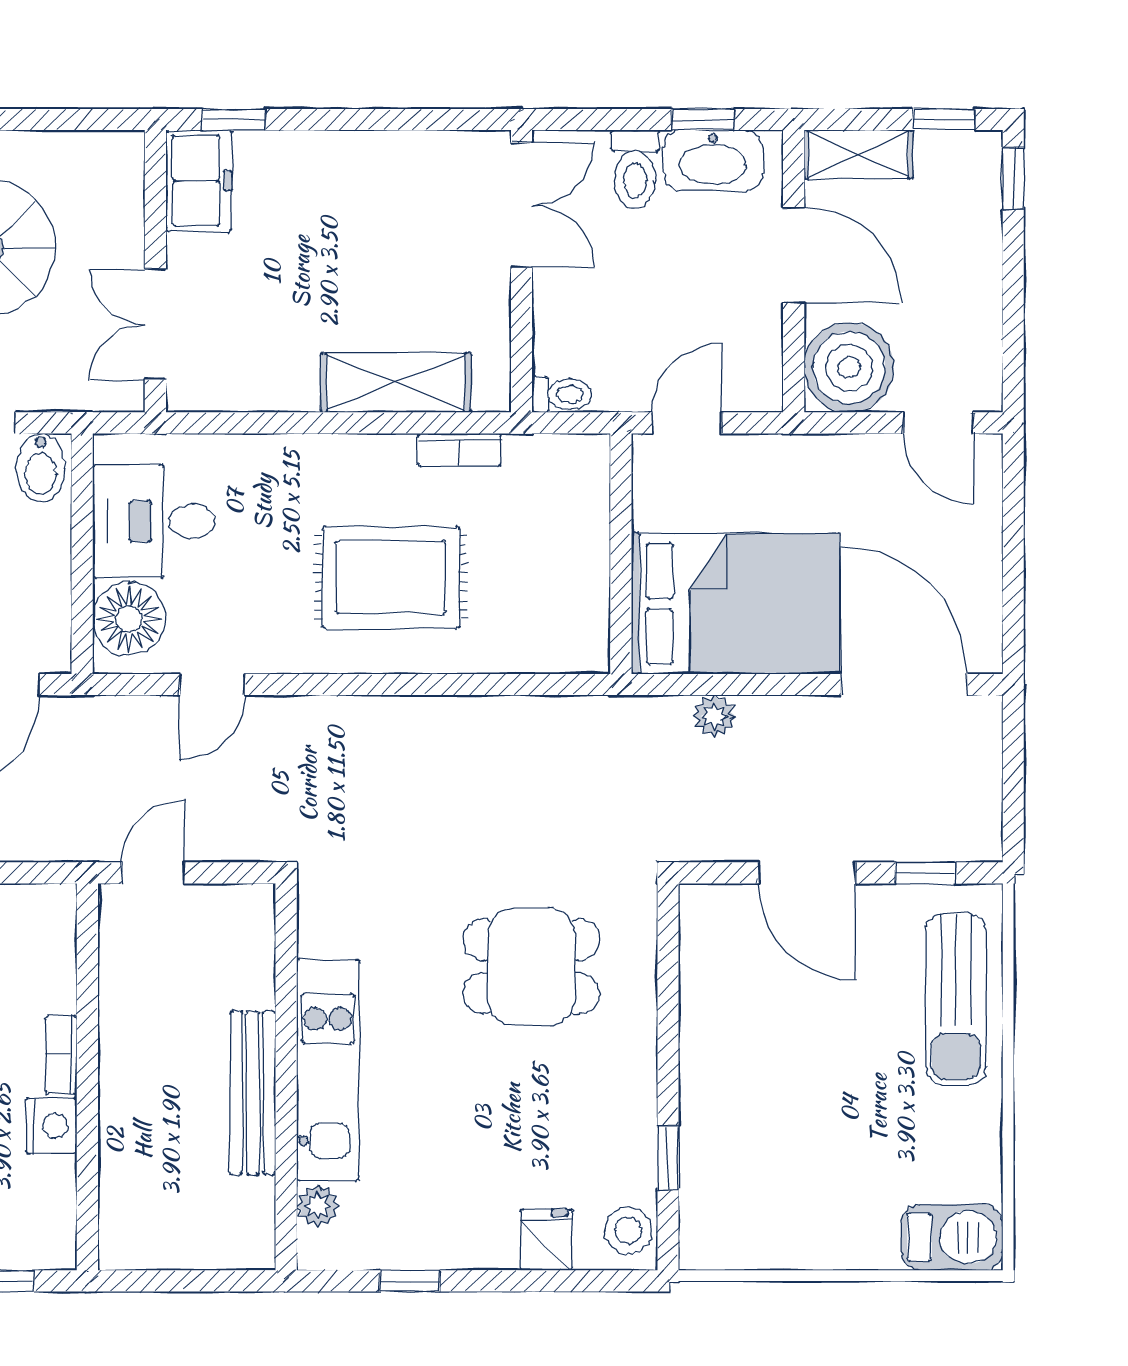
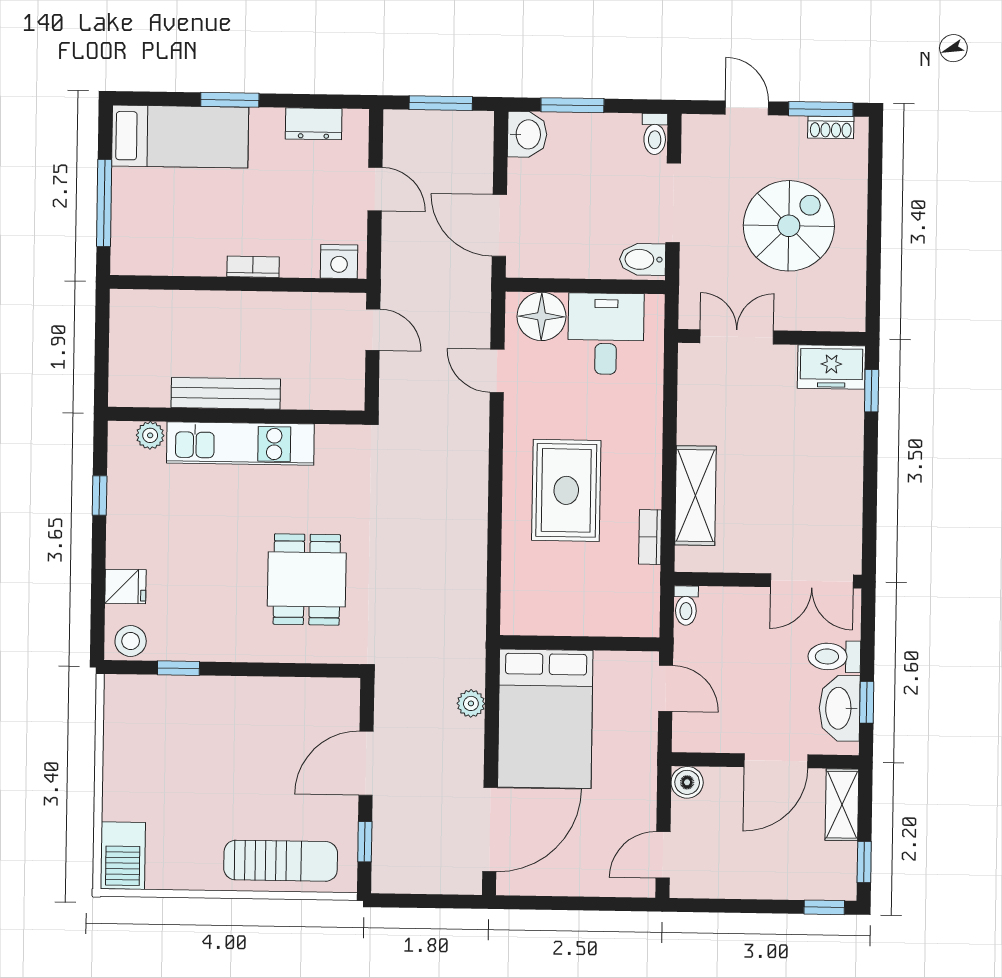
boiler: (849, 367) -> (687, 782), width x0.54, depth x0.54
sun lounger: (956, 999) -> (281, 861), turned 180
nightstand: (51, 1126) -> (339, 262), moved

